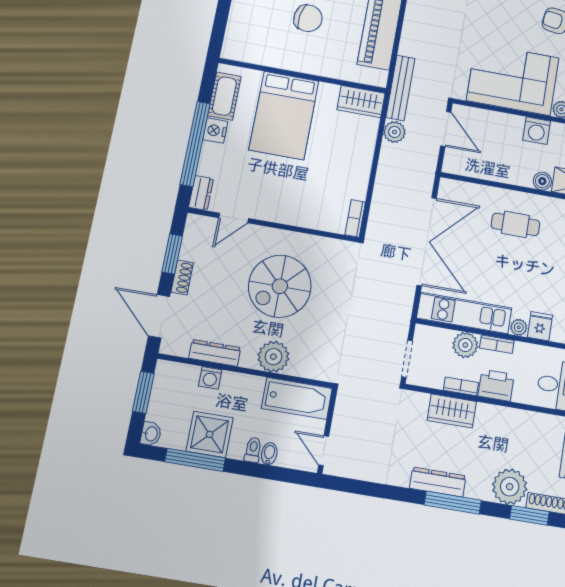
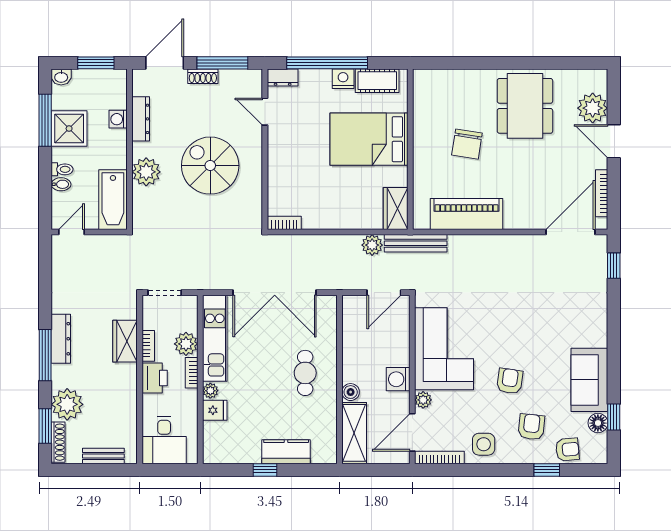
window: (172, 254) -> (222, 63), width x1.44

